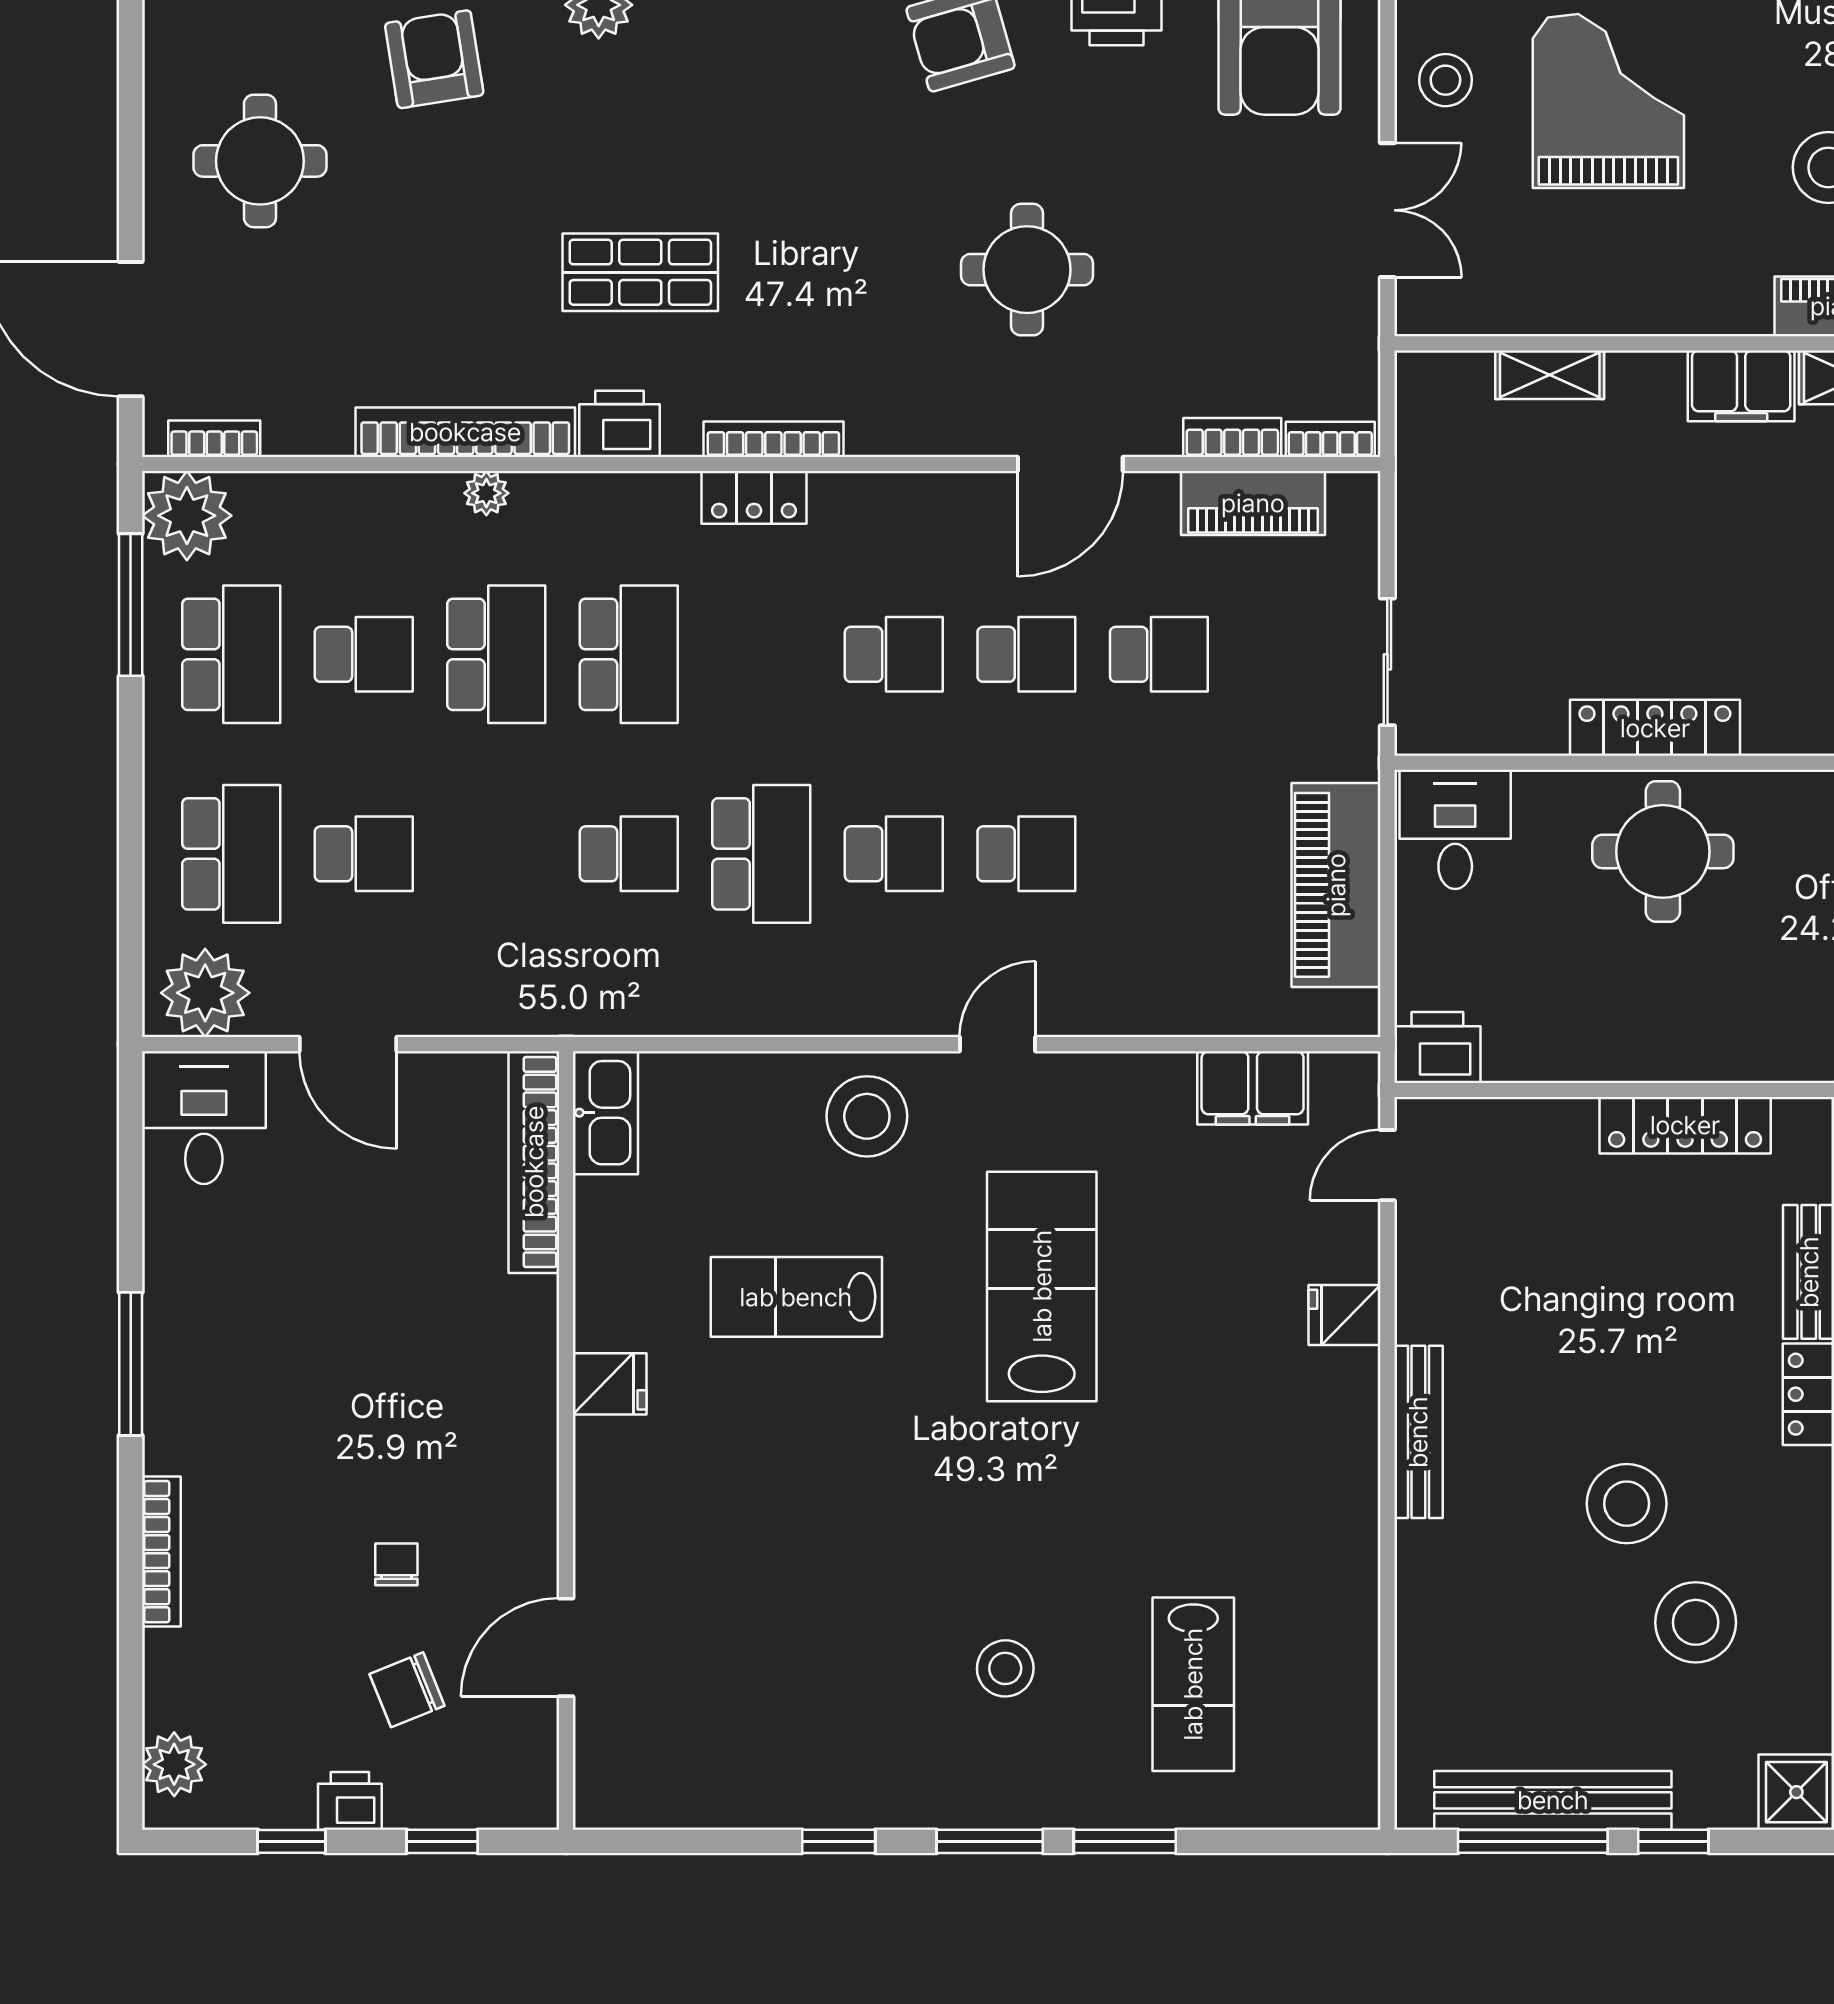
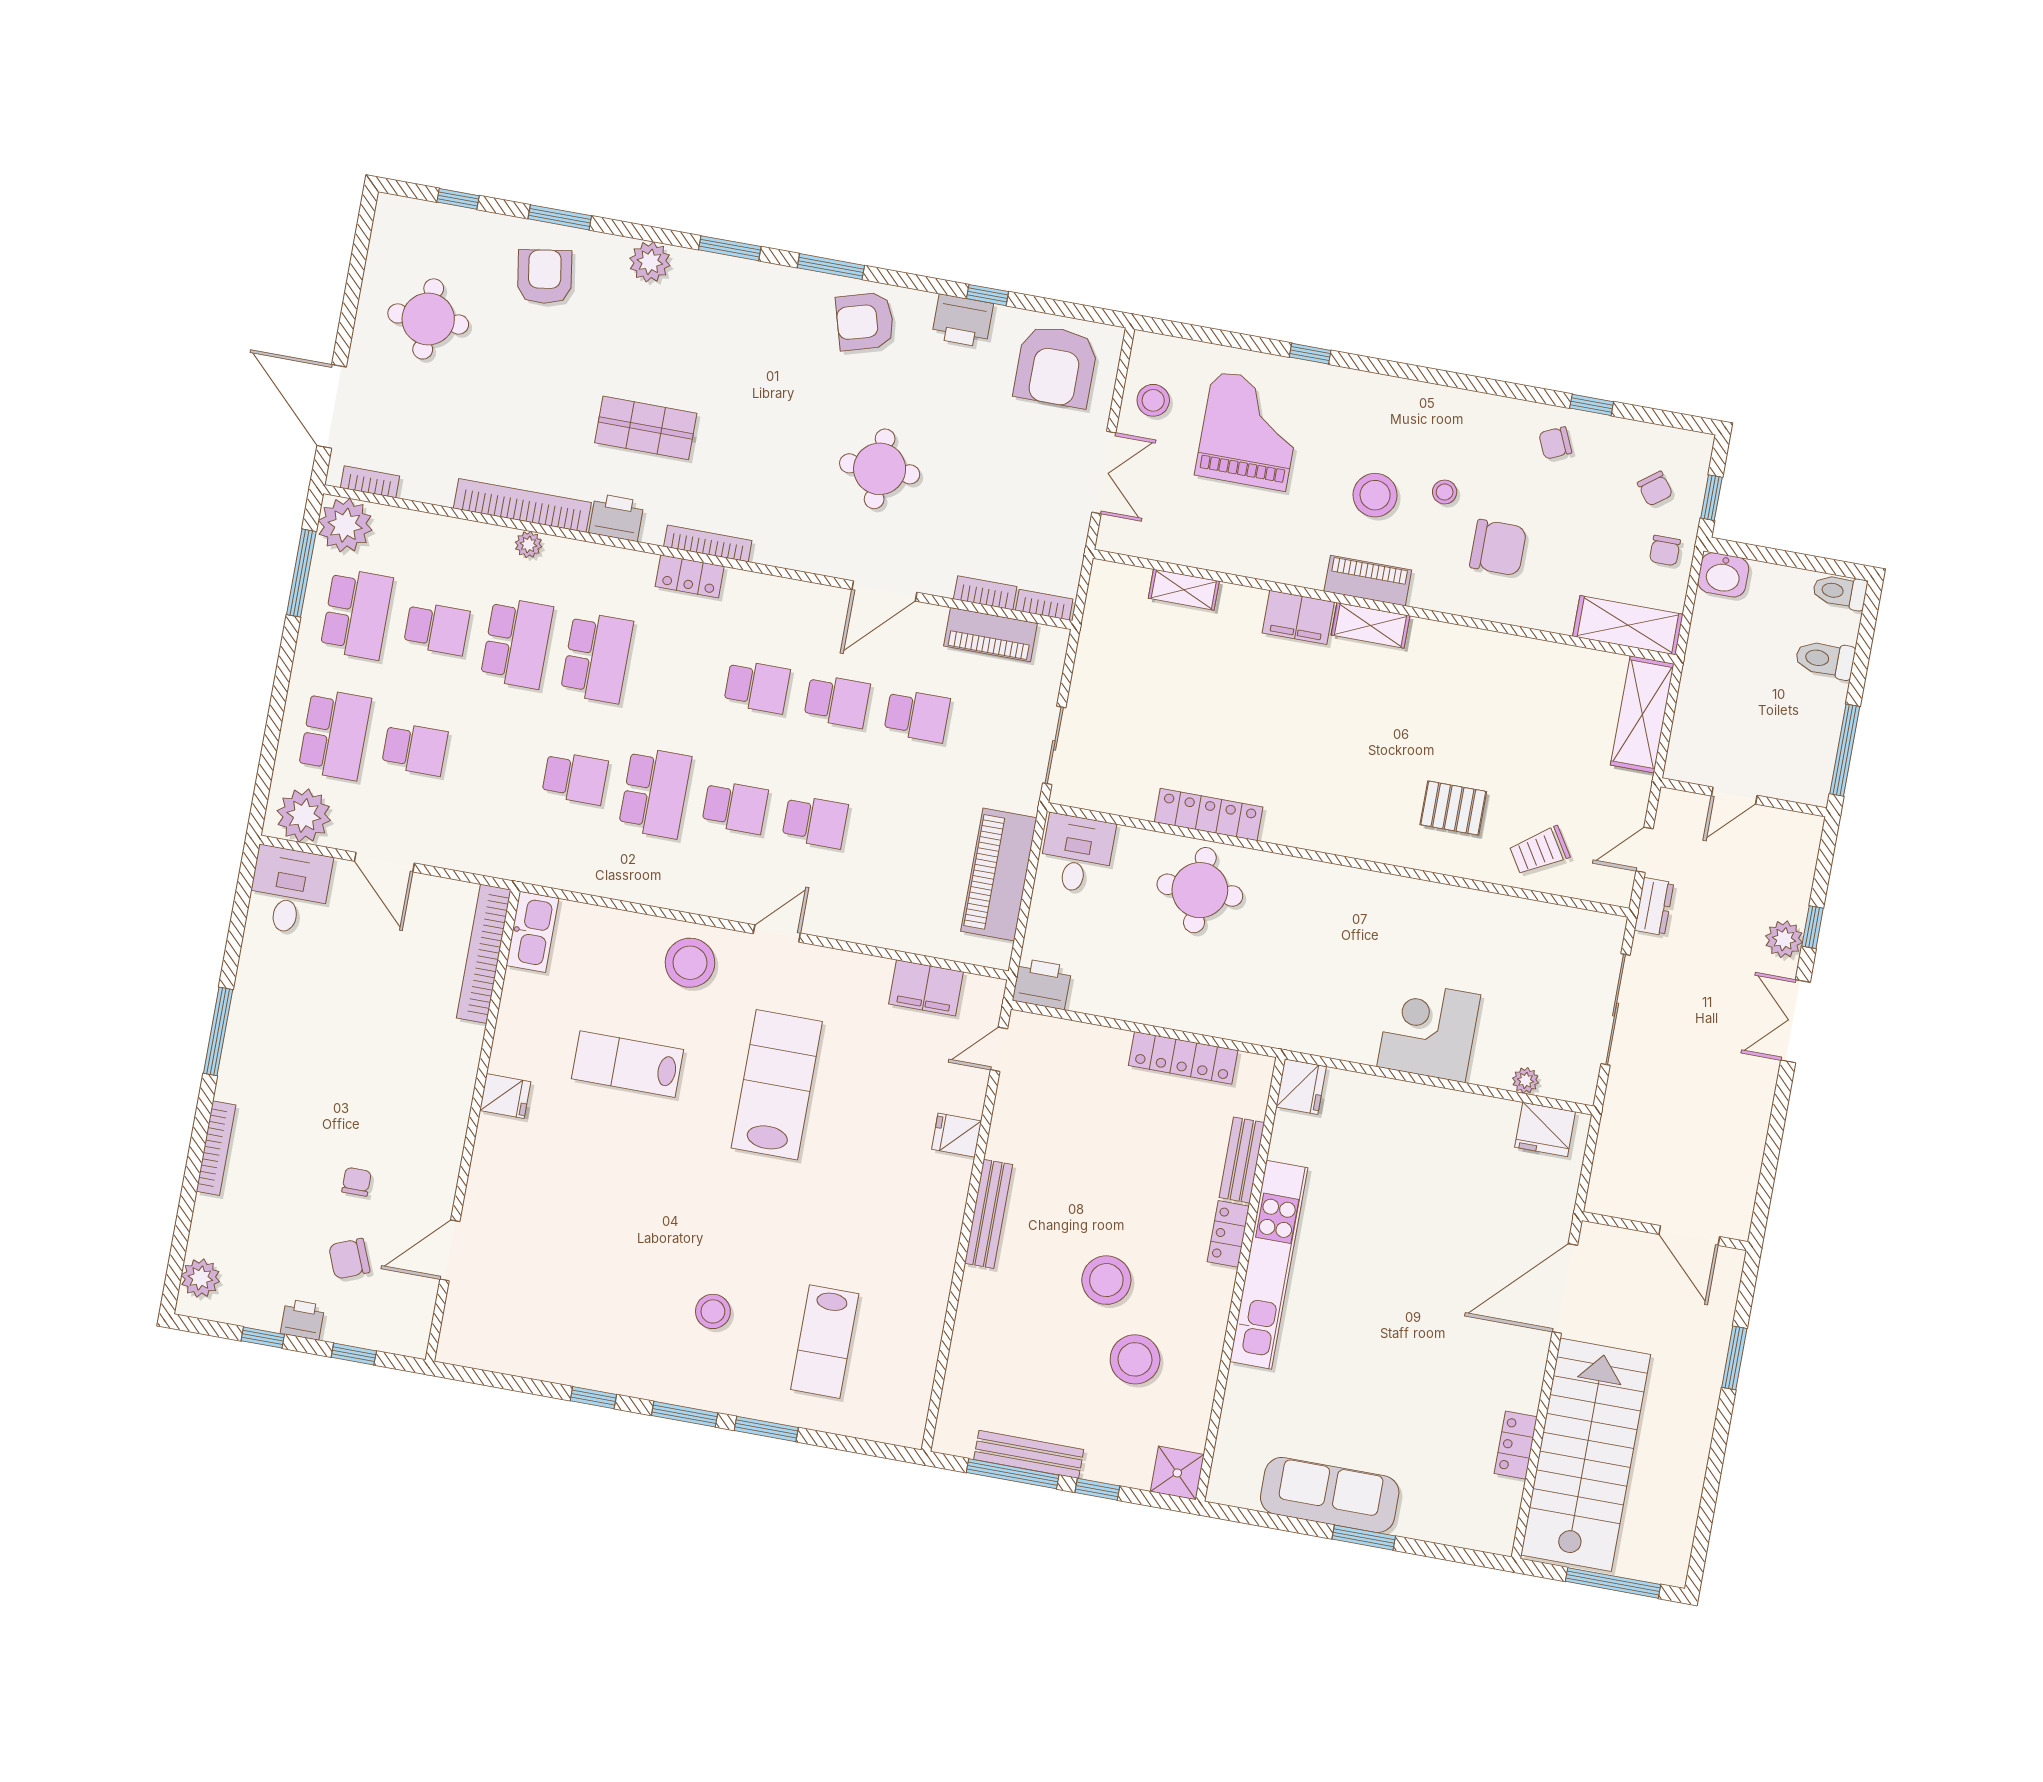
bench: (1553, 1800) -> (1029, 1454), width x0.73, depth x0.82

